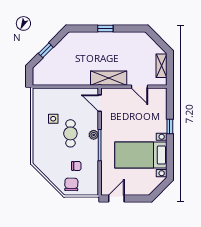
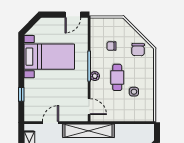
shelving: (109, 78) -> (89, 131), width x1.47
door: (140, 87) -> (51, 123), hinge flipped
window: (170, 126) -> (21, 94), moved
chair: (71, 184) -> (138, 50), moved

